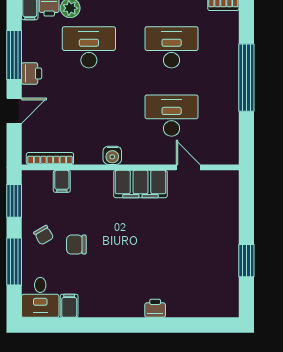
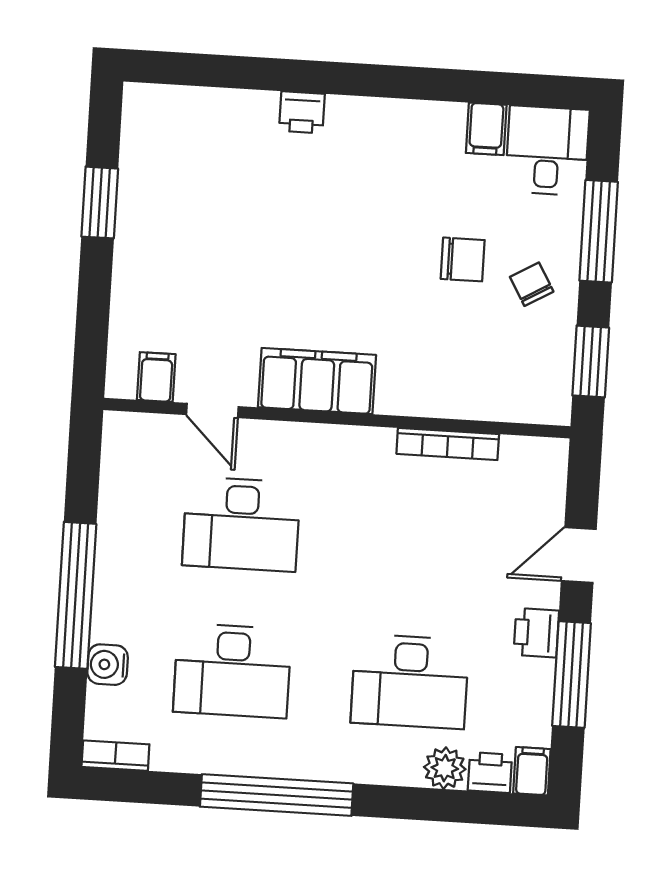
water cooler: (112, 155) -> (108, 665), moved, turned -90
bookcase: (50, 158) -> (448, 444), moved
filing cabinet: (62, 181) -> (156, 377), moved

